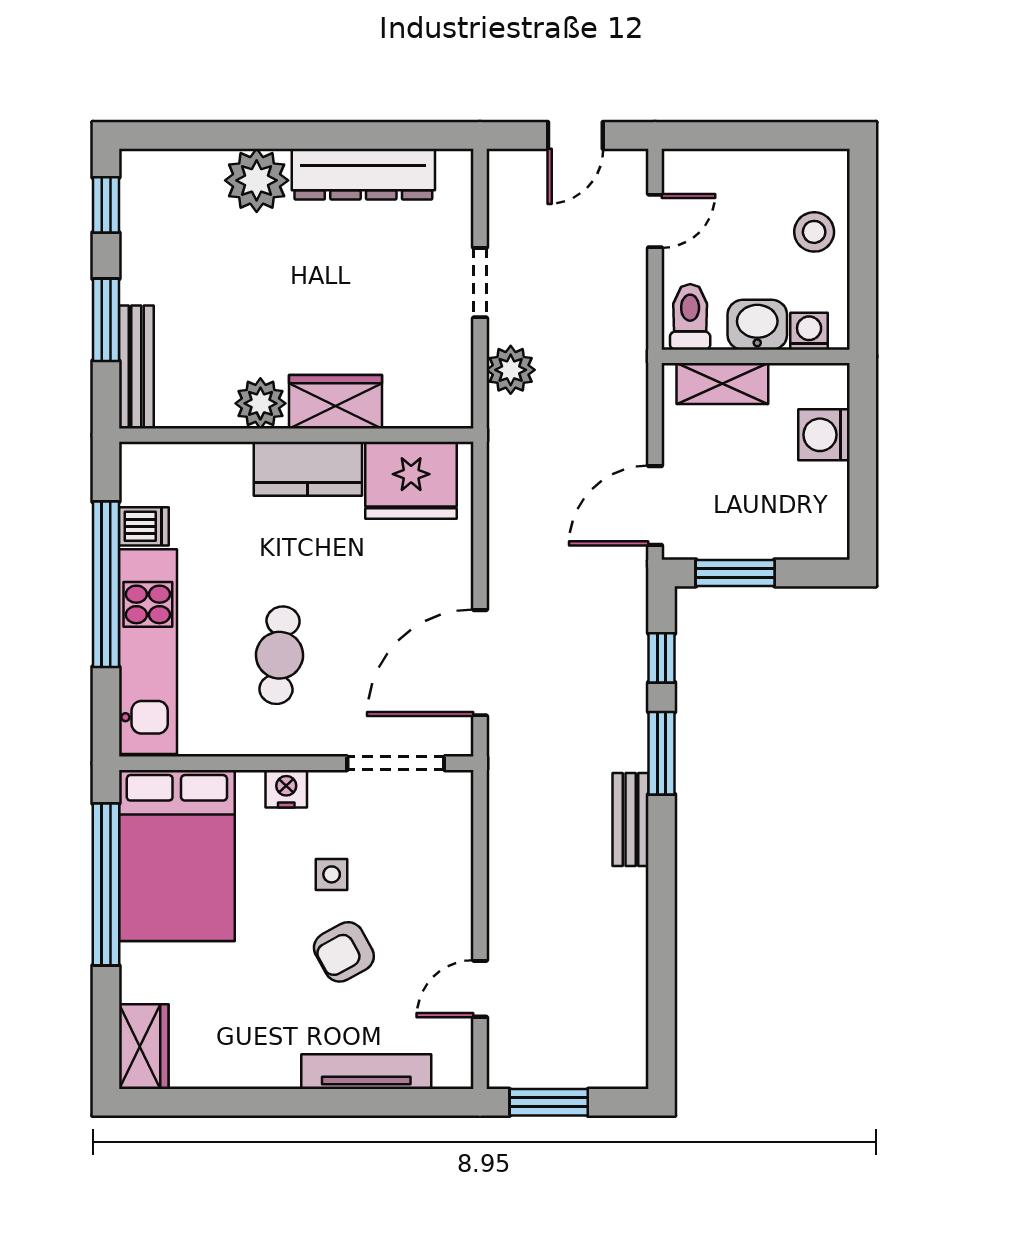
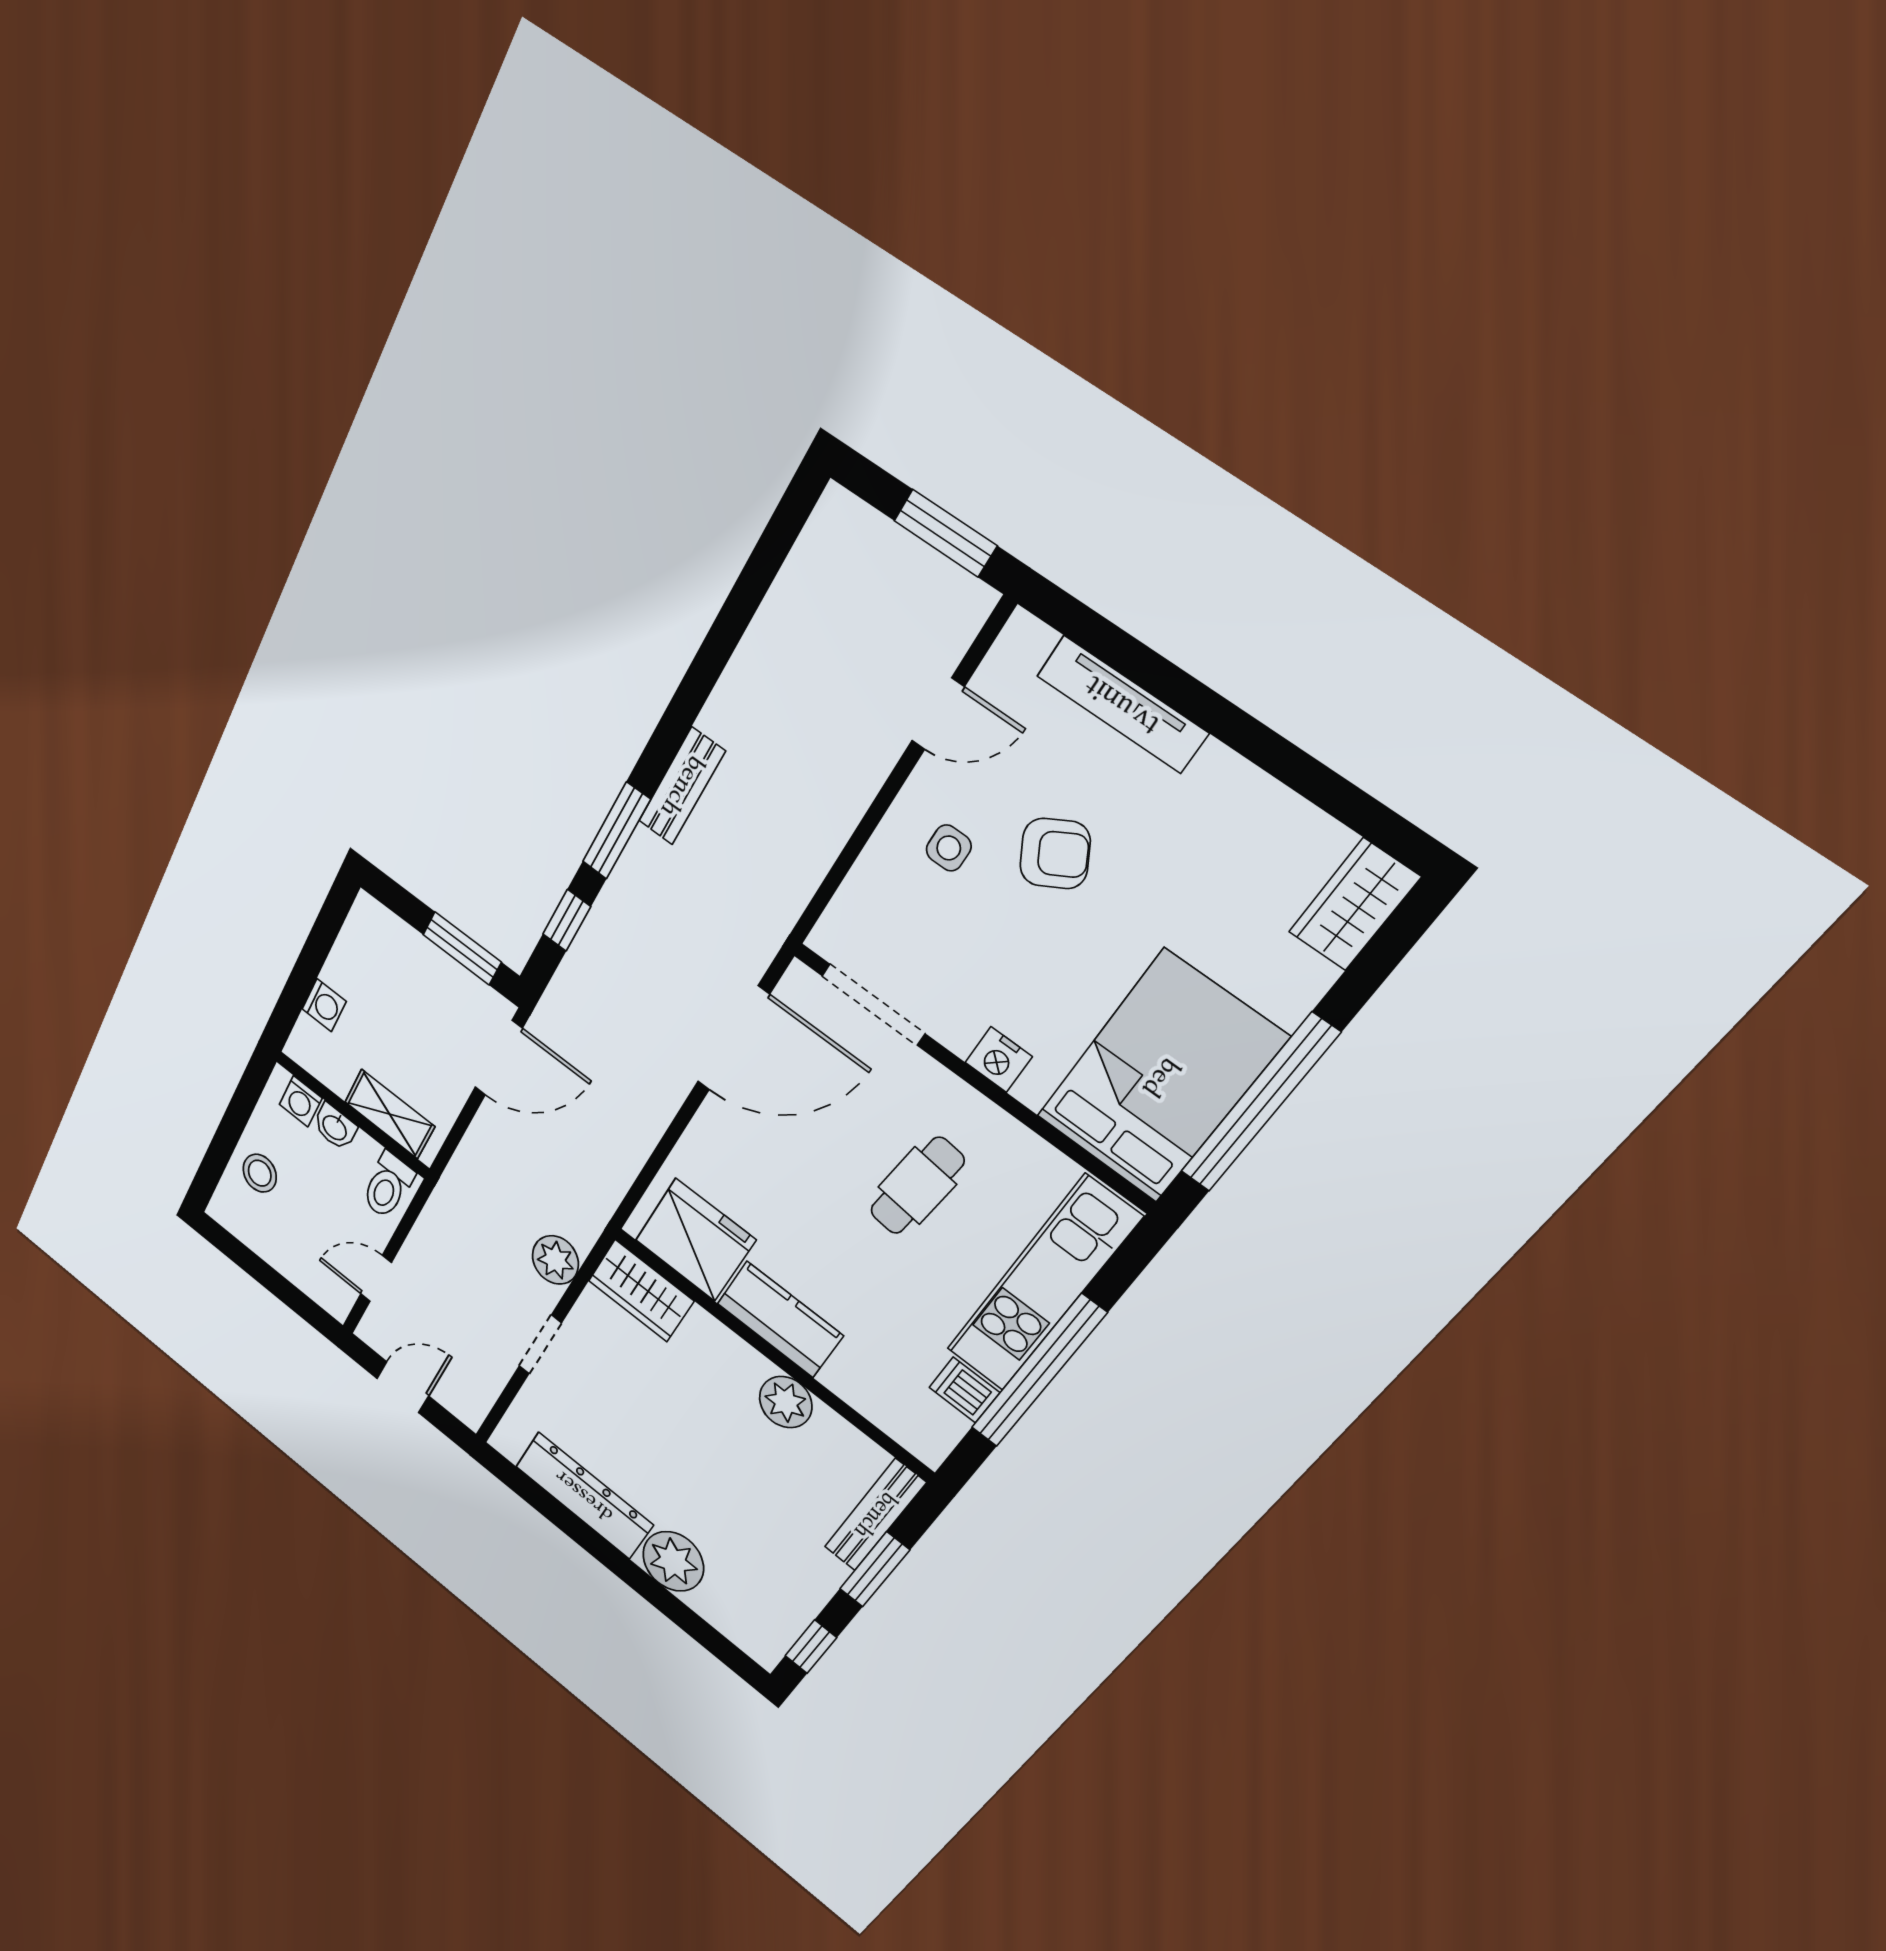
washbasin: (757, 325) -> (335, 1127), width x0.72, depth x0.69
wardrobe: (336, 402) -> (641, 1291), moved
washing machine: (824, 435) -> (324, 1005), width x0.73, depth x0.73
side table: (332, 874) -> (949, 848), moved

